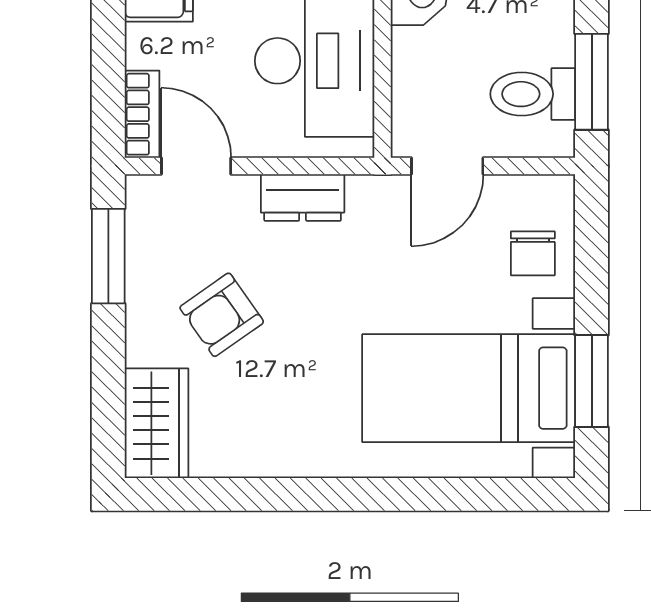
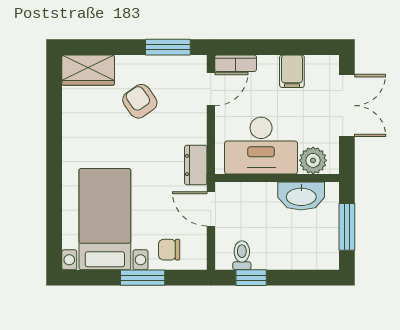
window: (592, 82) -> (251, 278), width x0.67
toilet: (533, 94) -> (242, 255), width x0.73, depth x0.72
dresser: (303, 198) -> (196, 165), moved
window: (592, 381) -> (143, 278), moved

